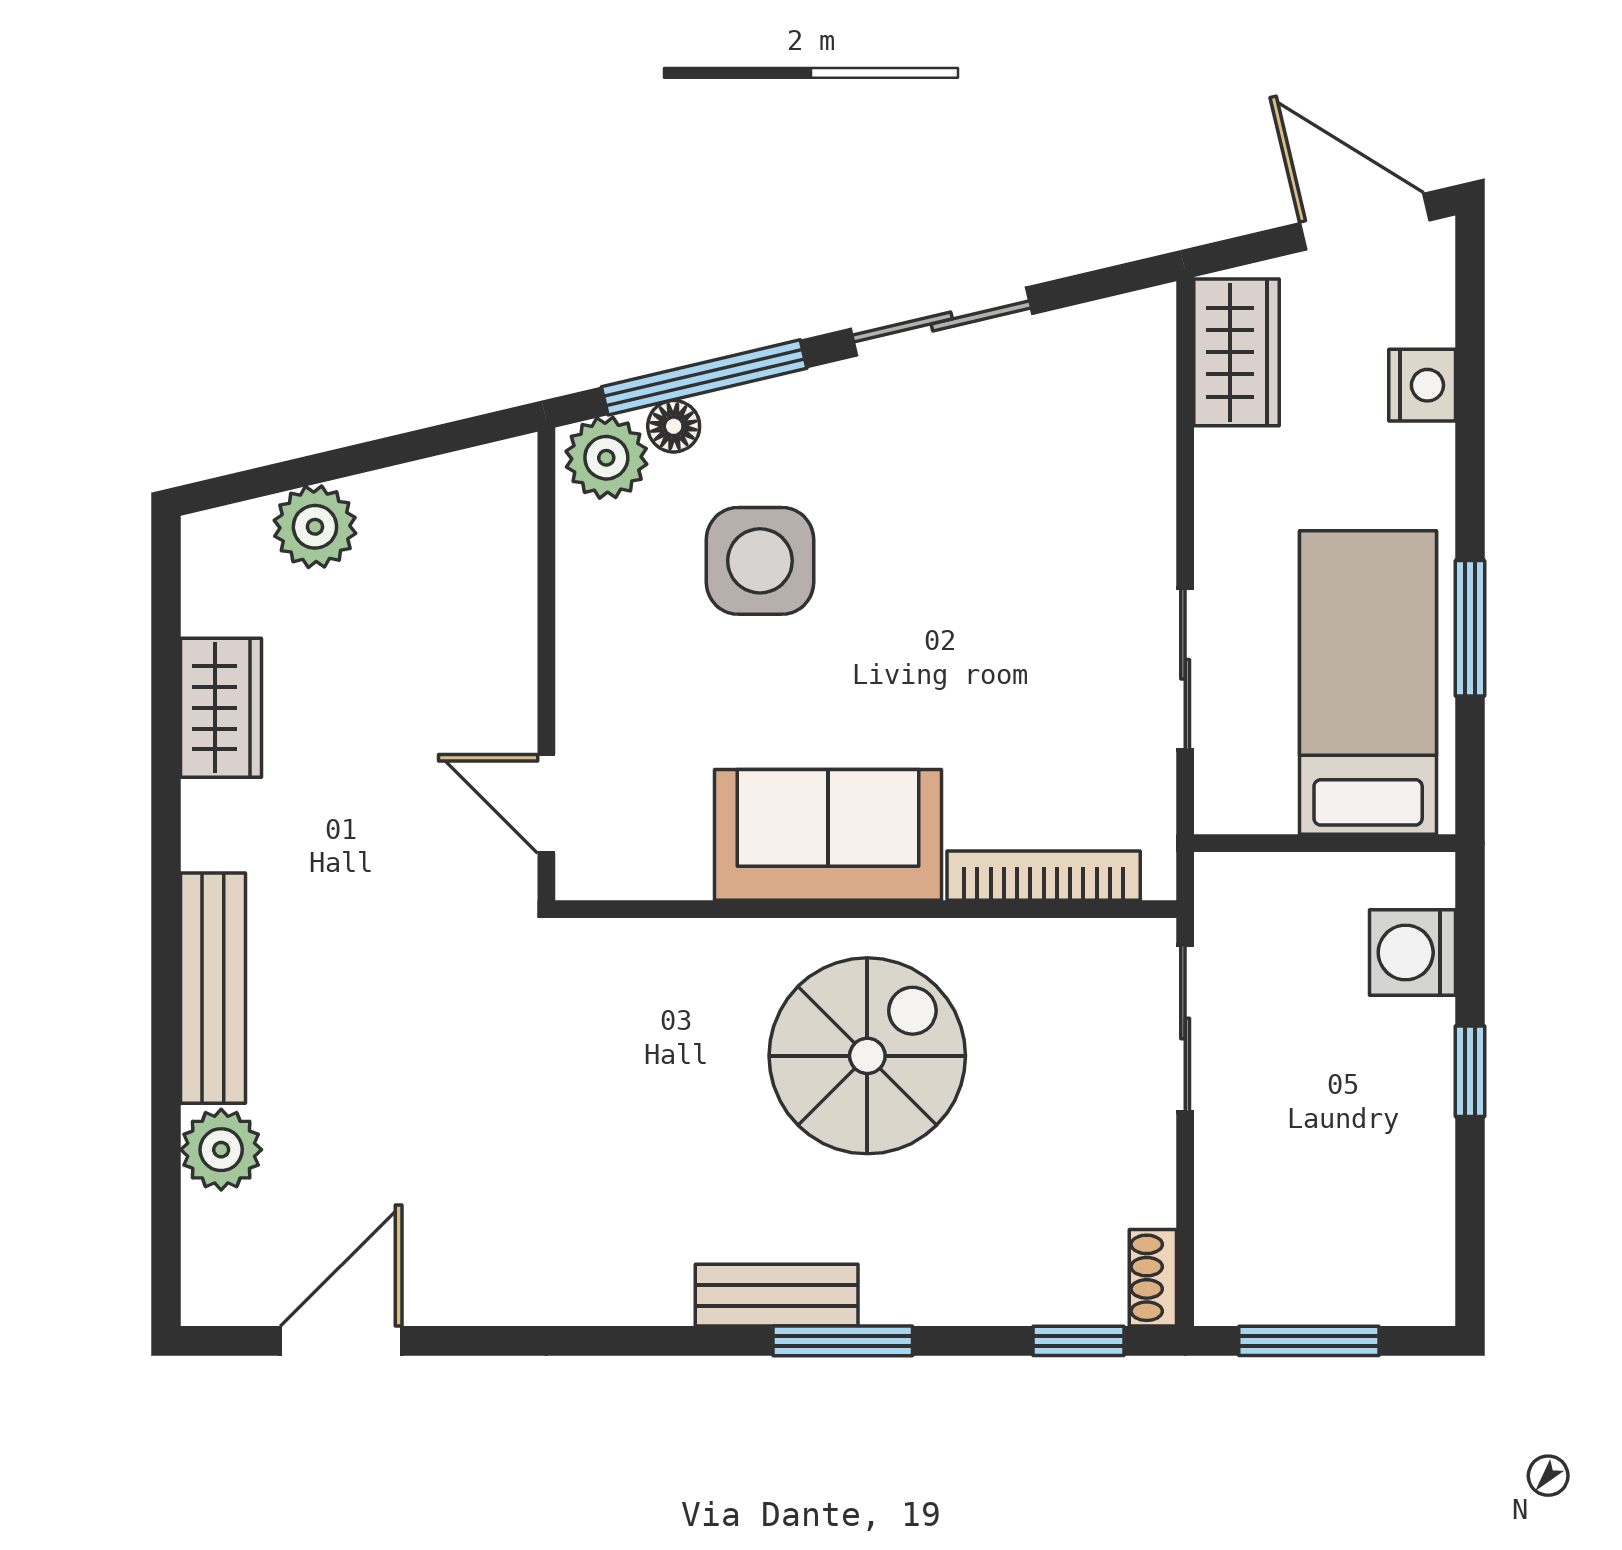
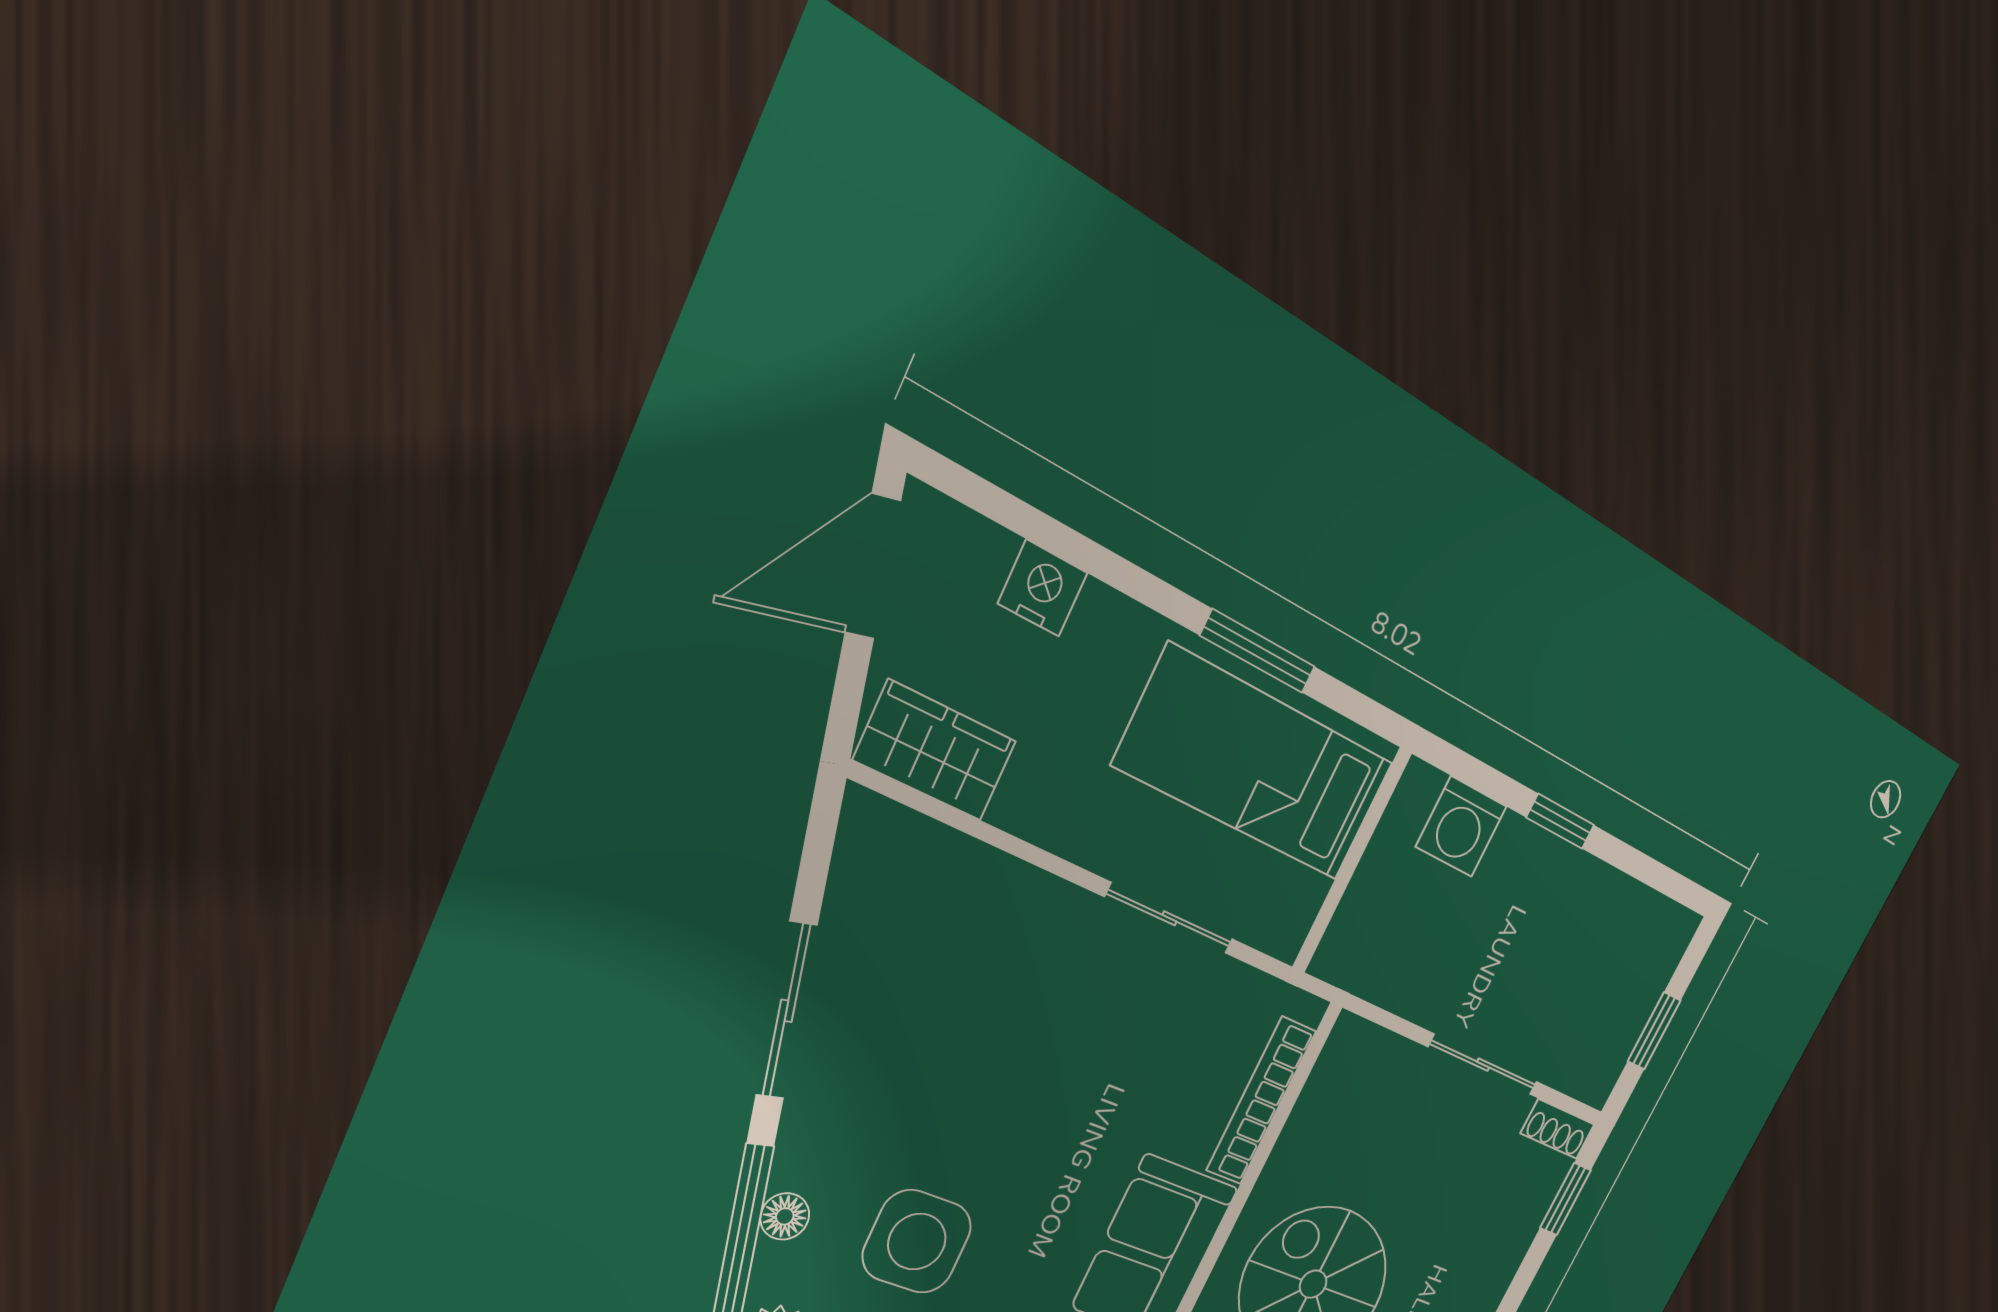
floor lamp: (674, 426) -> (785, 1216), moved
sliding door: (1185, 1028) -> (1483, 1065), moved
window: (1309, 1341) -> (1654, 1031), width x0.67

